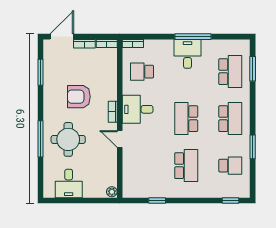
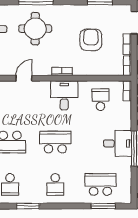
school desk: (230, 72) -> (100, 185), turned 180
armchair: (79, 97) -> (91, 40), moved
school desk: (230, 119) -> (55, 185), width x0.54
door: (120, 139) -> (24, 78), moved

